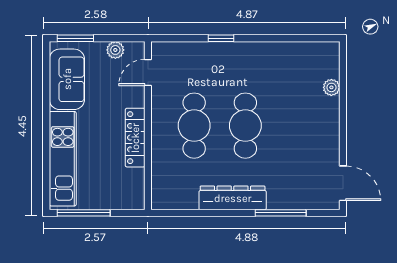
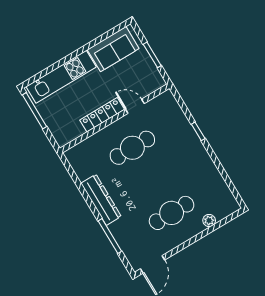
window: (75, 38) -> (152, 55), moved
plant: (115, 50) -> (150, 69), removed
door: (148, 72) -> (135, 106), moved
cafe table: (245, 126) -> (172, 213), moved

